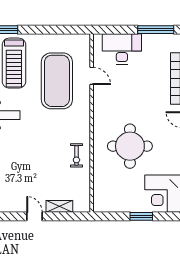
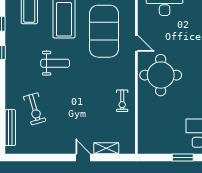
door: (92, 76) -> (136, 43), moved
round table: (130, 146) -> (161, 75), moved

